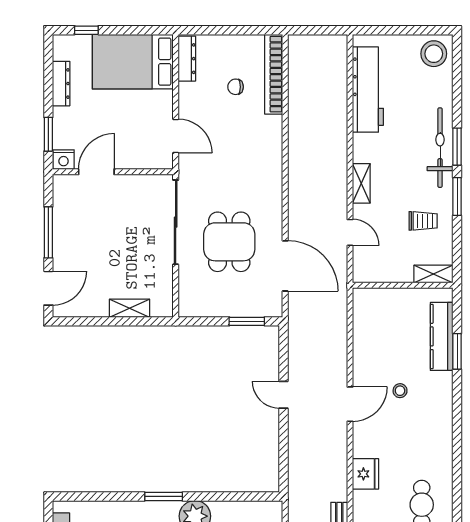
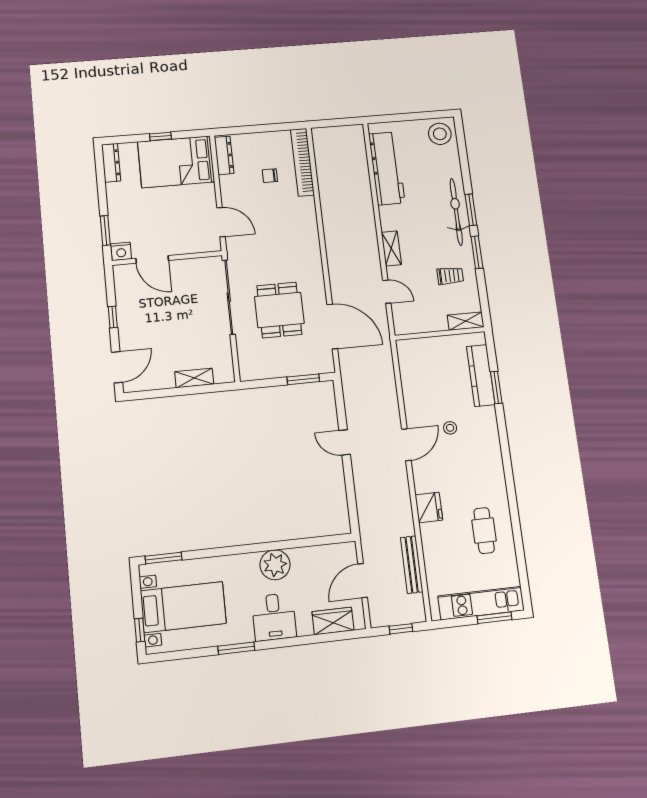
window: (86, 30) -> (161, 136), moved
dresser: (61, 84) -> (111, 163), moved
door: (96, 172) -> (152, 259), swing flipped
window: (48, 232) -> (113, 317), width x0.46
window: (164, 496) -> (164, 558), moved

